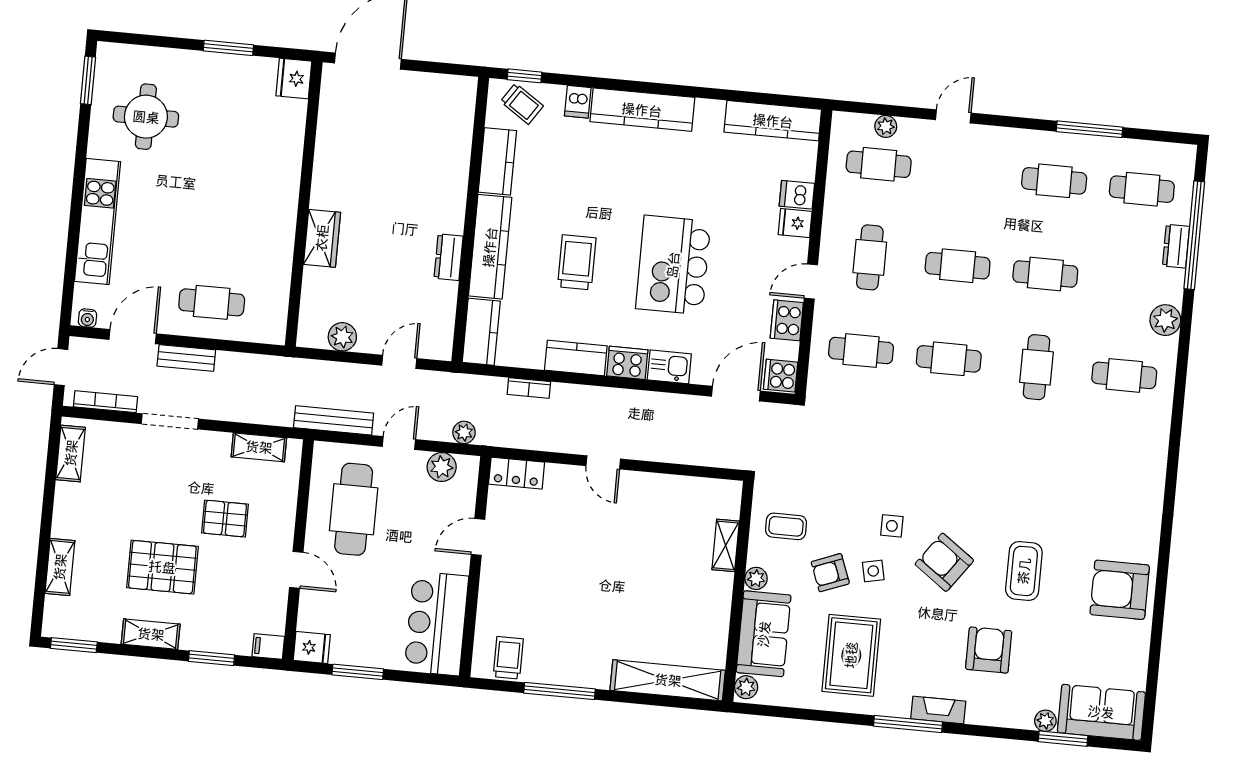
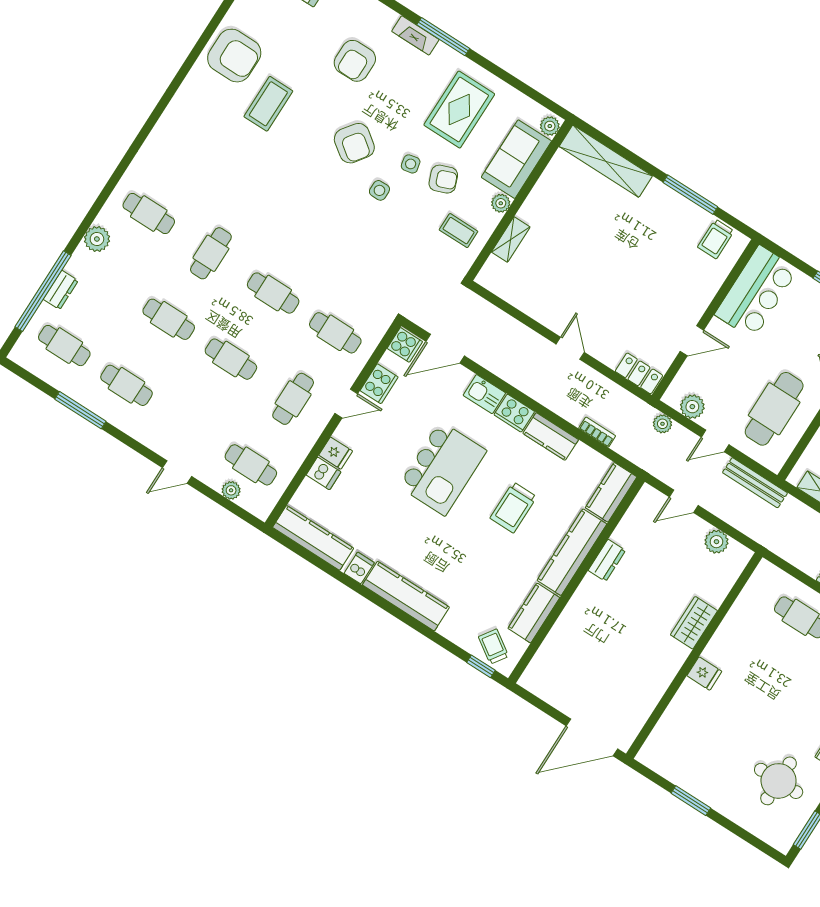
fridge: (294, 78) -> (704, 674), moved, width x0.72
dishwasher: (578, 102) -> (359, 568), moved
coffee table: (1024, 571) -> (268, 104), moved

